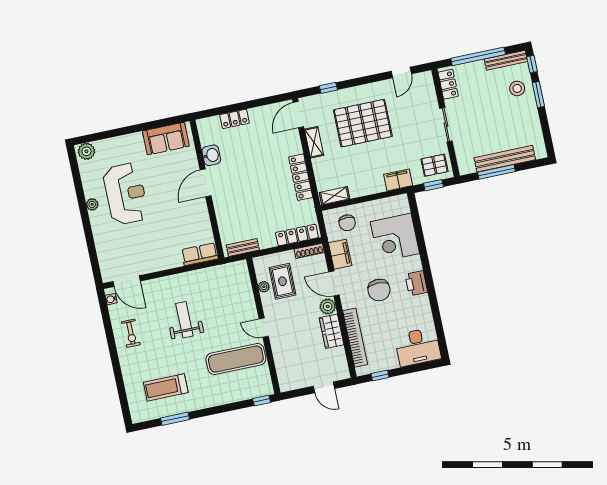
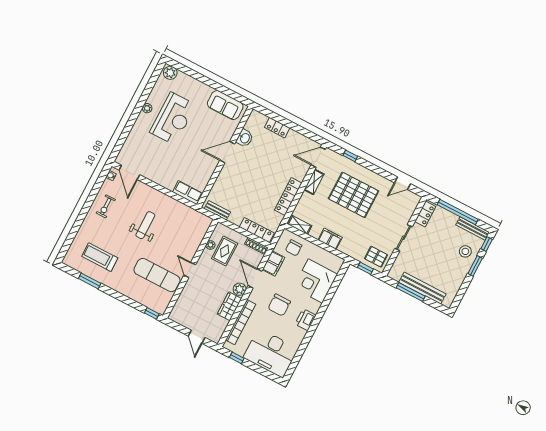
filing cabinet: (398, 180) -> (330, 239), moved
desk: (418, 347) -> (271, 353), width x1.36, depth x1.30

